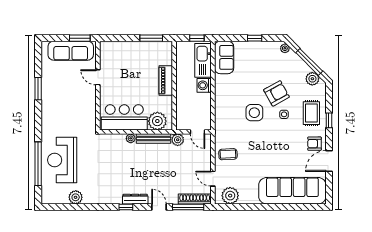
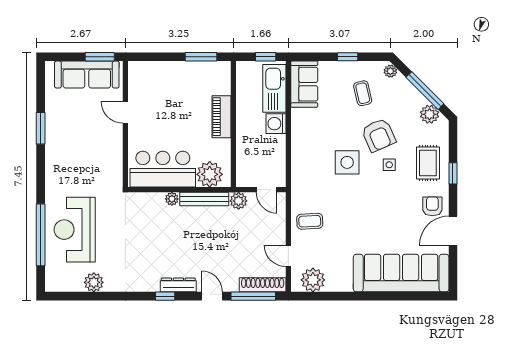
coffee table: (265, 64) -> (363, 93), added
armchair: (276, 93) -> (379, 135), turned 95
armchair: (314, 144) -> (432, 206), turned 90

